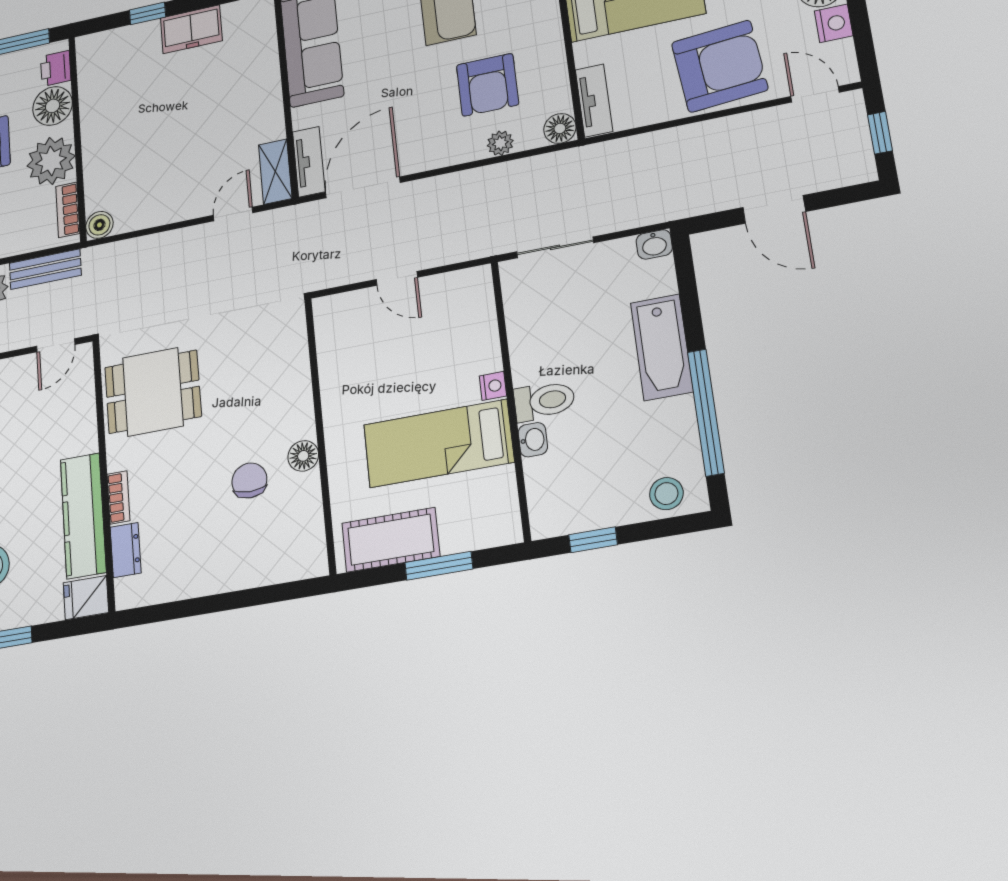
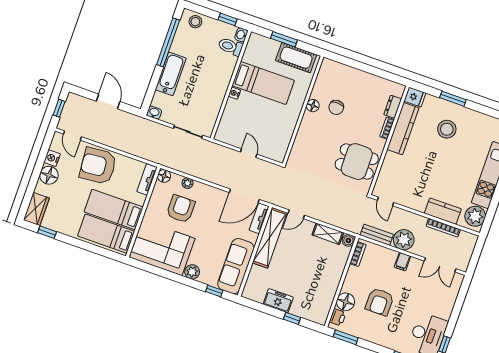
plant: (51, 161) -> (356, 279), removed
shelving: (275, 172) -> (270, 238), width x2.20, depth x1.33
shelving: (148, 214) -> (328, 234), added
door: (56, 345) -> (386, 201), swing flipped
toilet: (544, 401) -> (231, 47), moved
washbasin: (533, 440) -> (241, 35), moved

